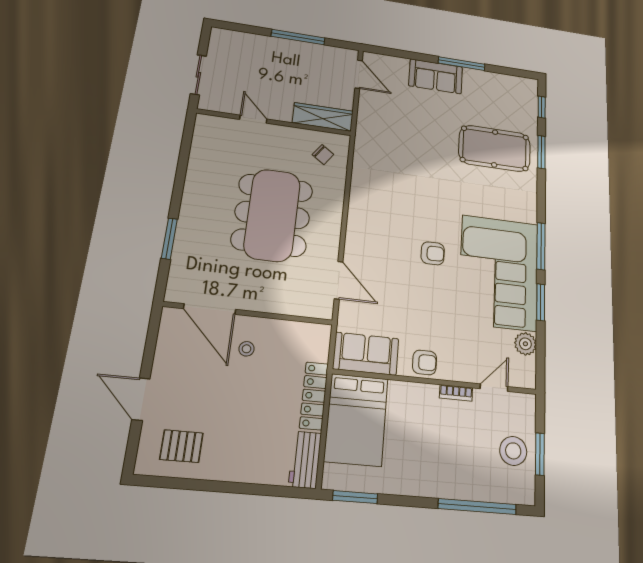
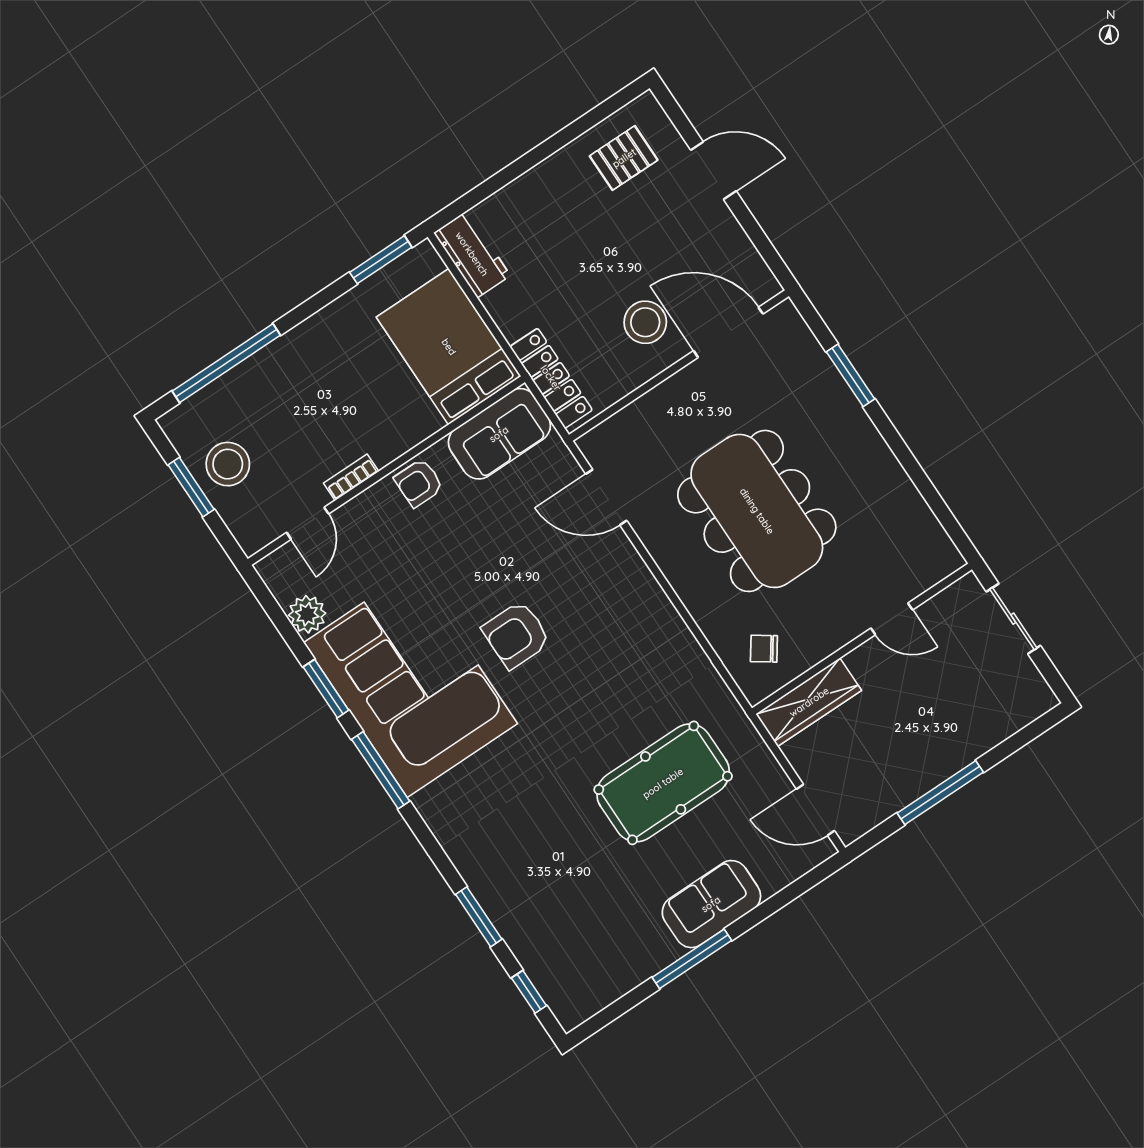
pool table: (495, 148) -> (663, 783), moved
armchair: (433, 253) -> (516, 635), width x1.38, depth x1.38
stool: (247, 349) -> (645, 322), width x1.89, depth x1.89
locker: (314, 396) -> (551, 378), moved

